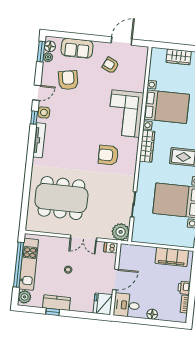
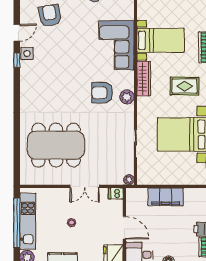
bed with nightstands: (167, 107) -> (161, 40), width x0.73
tv unit: (39, 140) -> (25, 84), removed
plant: (130, 161) -> (127, 97), added
plant: (121, 232) -> (129, 180), width x0.53, depth x0.53
filing cabinet: (172, 257) -> (166, 197), moved
door: (115, 279) -> (124, 228), hinge flipped

